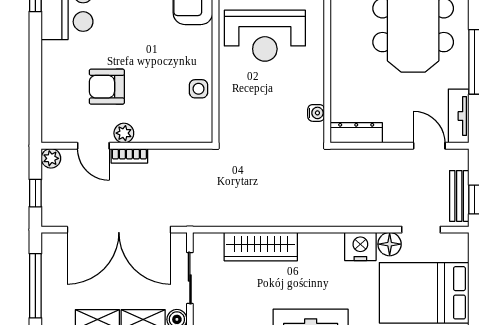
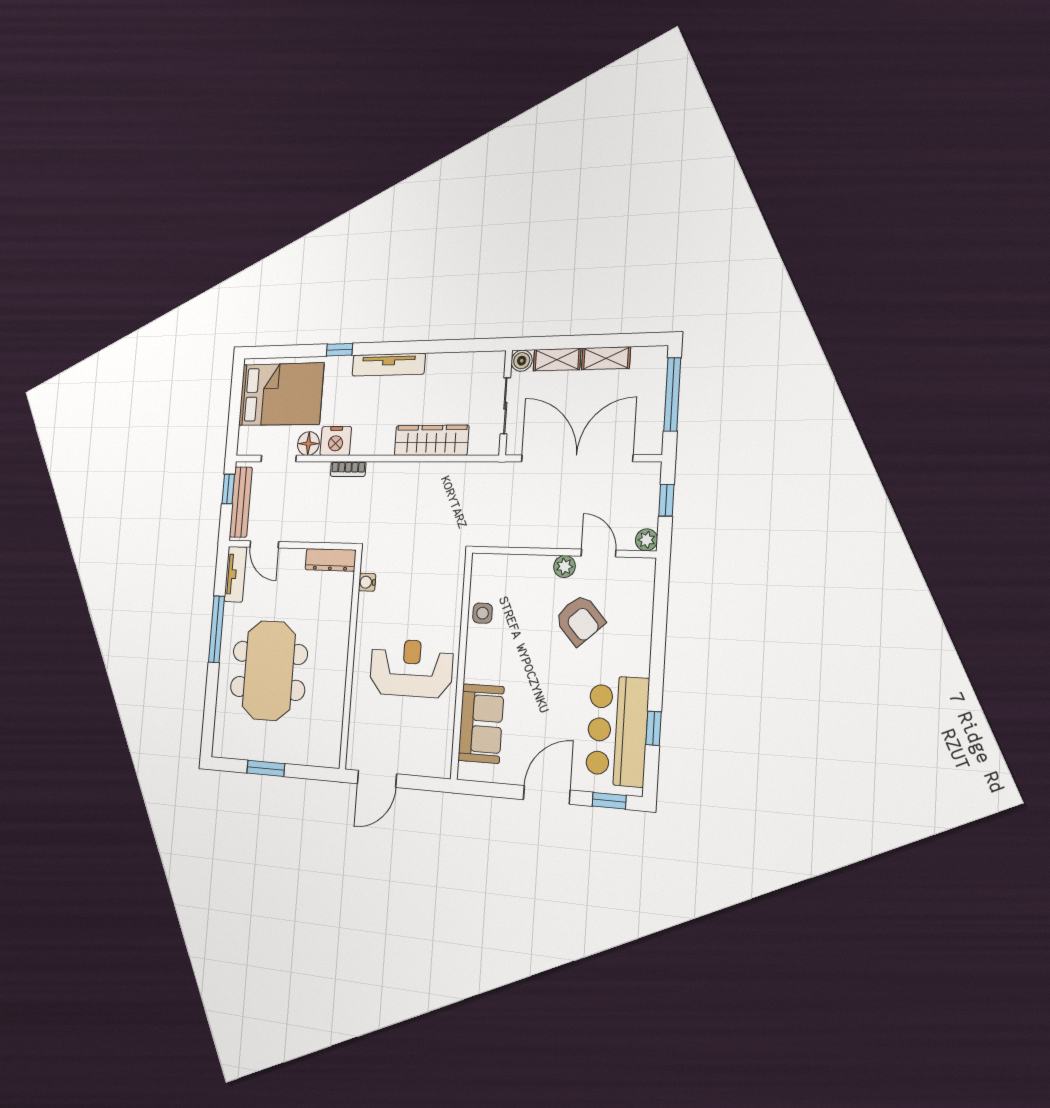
armchair: (107, 87) -> (580, 620), turned 48
bookcase: (129, 156) -> (348, 469), moved, turned 180
bench: (459, 196) -> (241, 502), width x1.36

